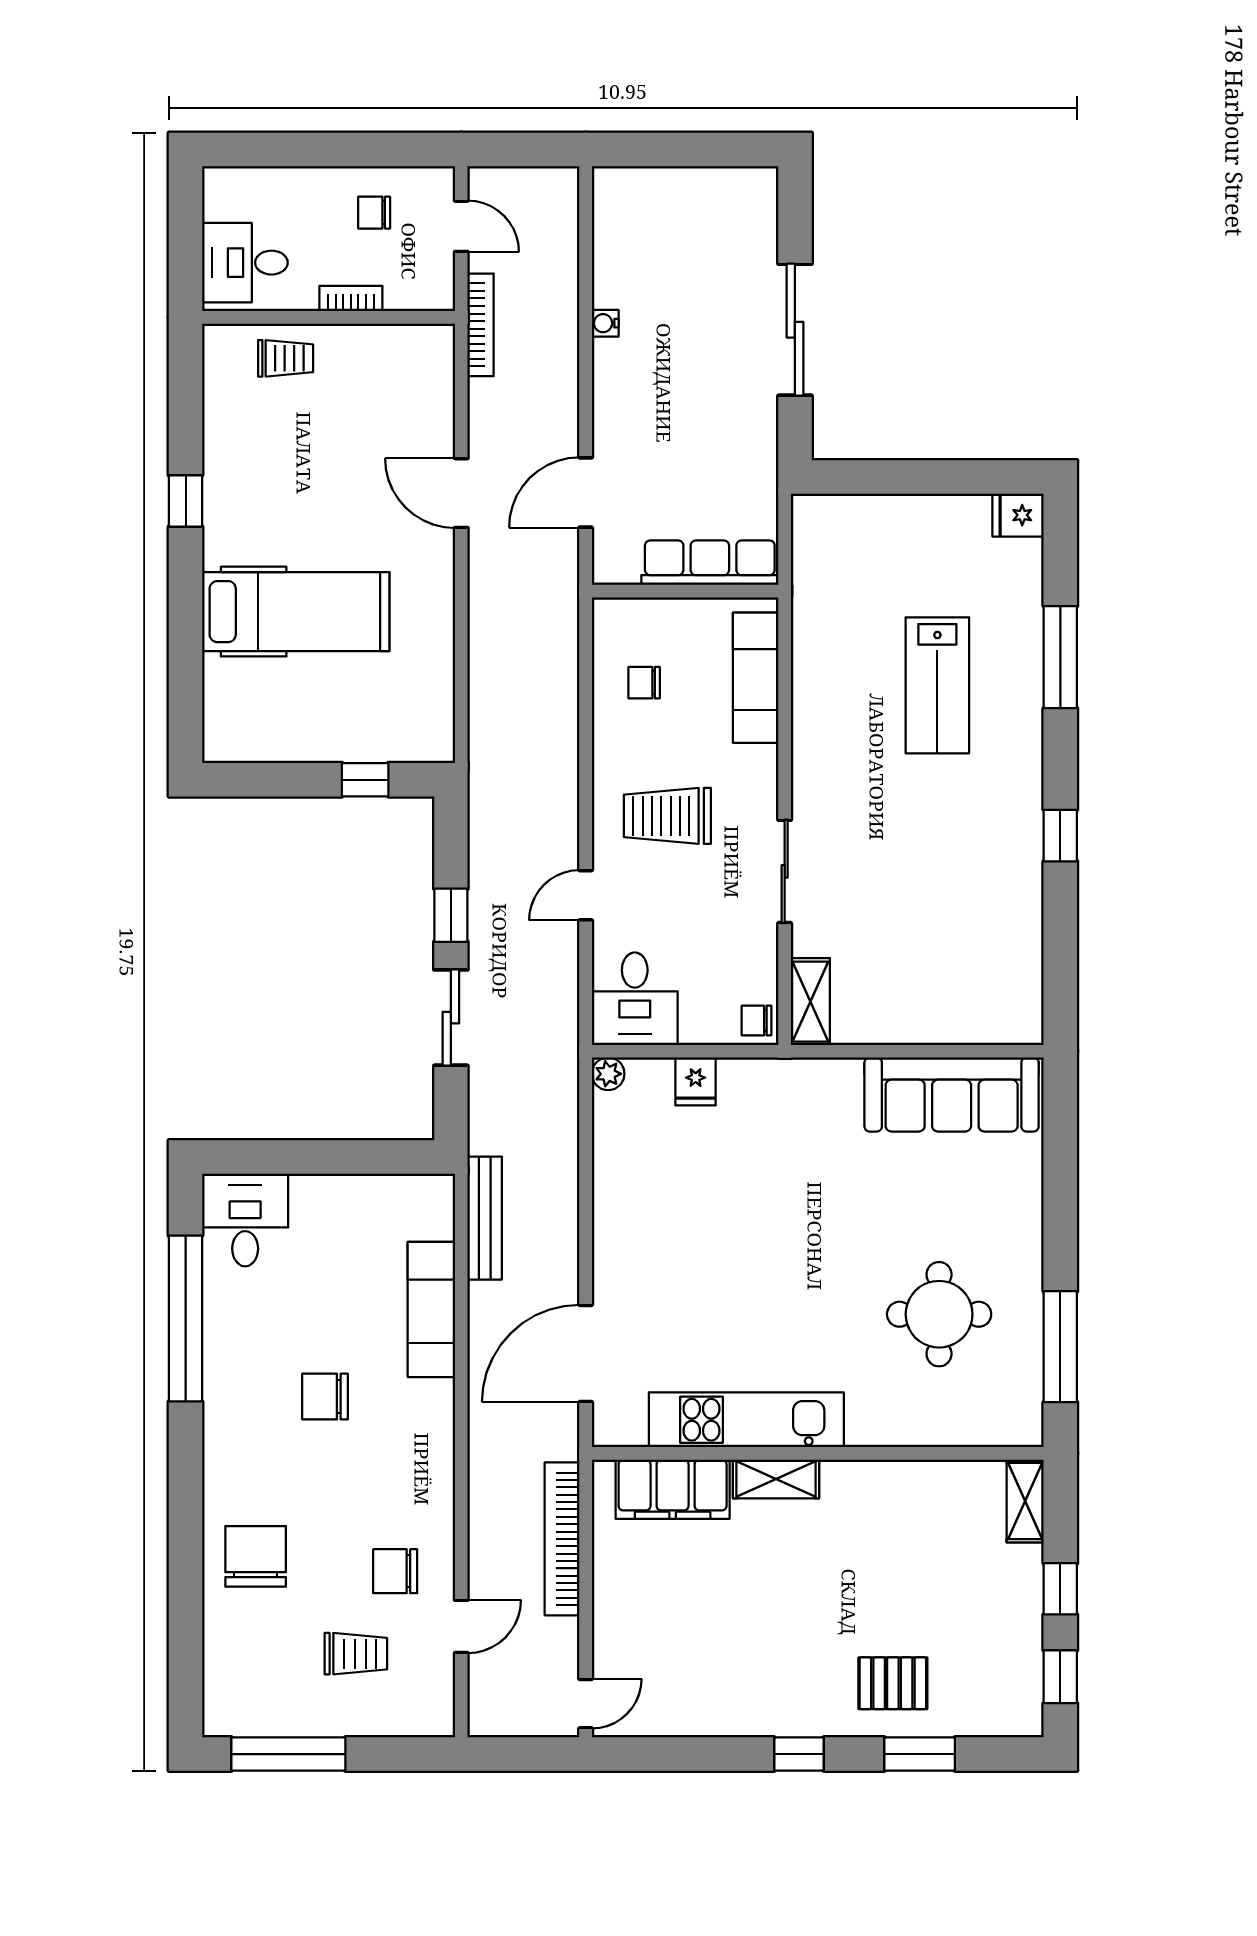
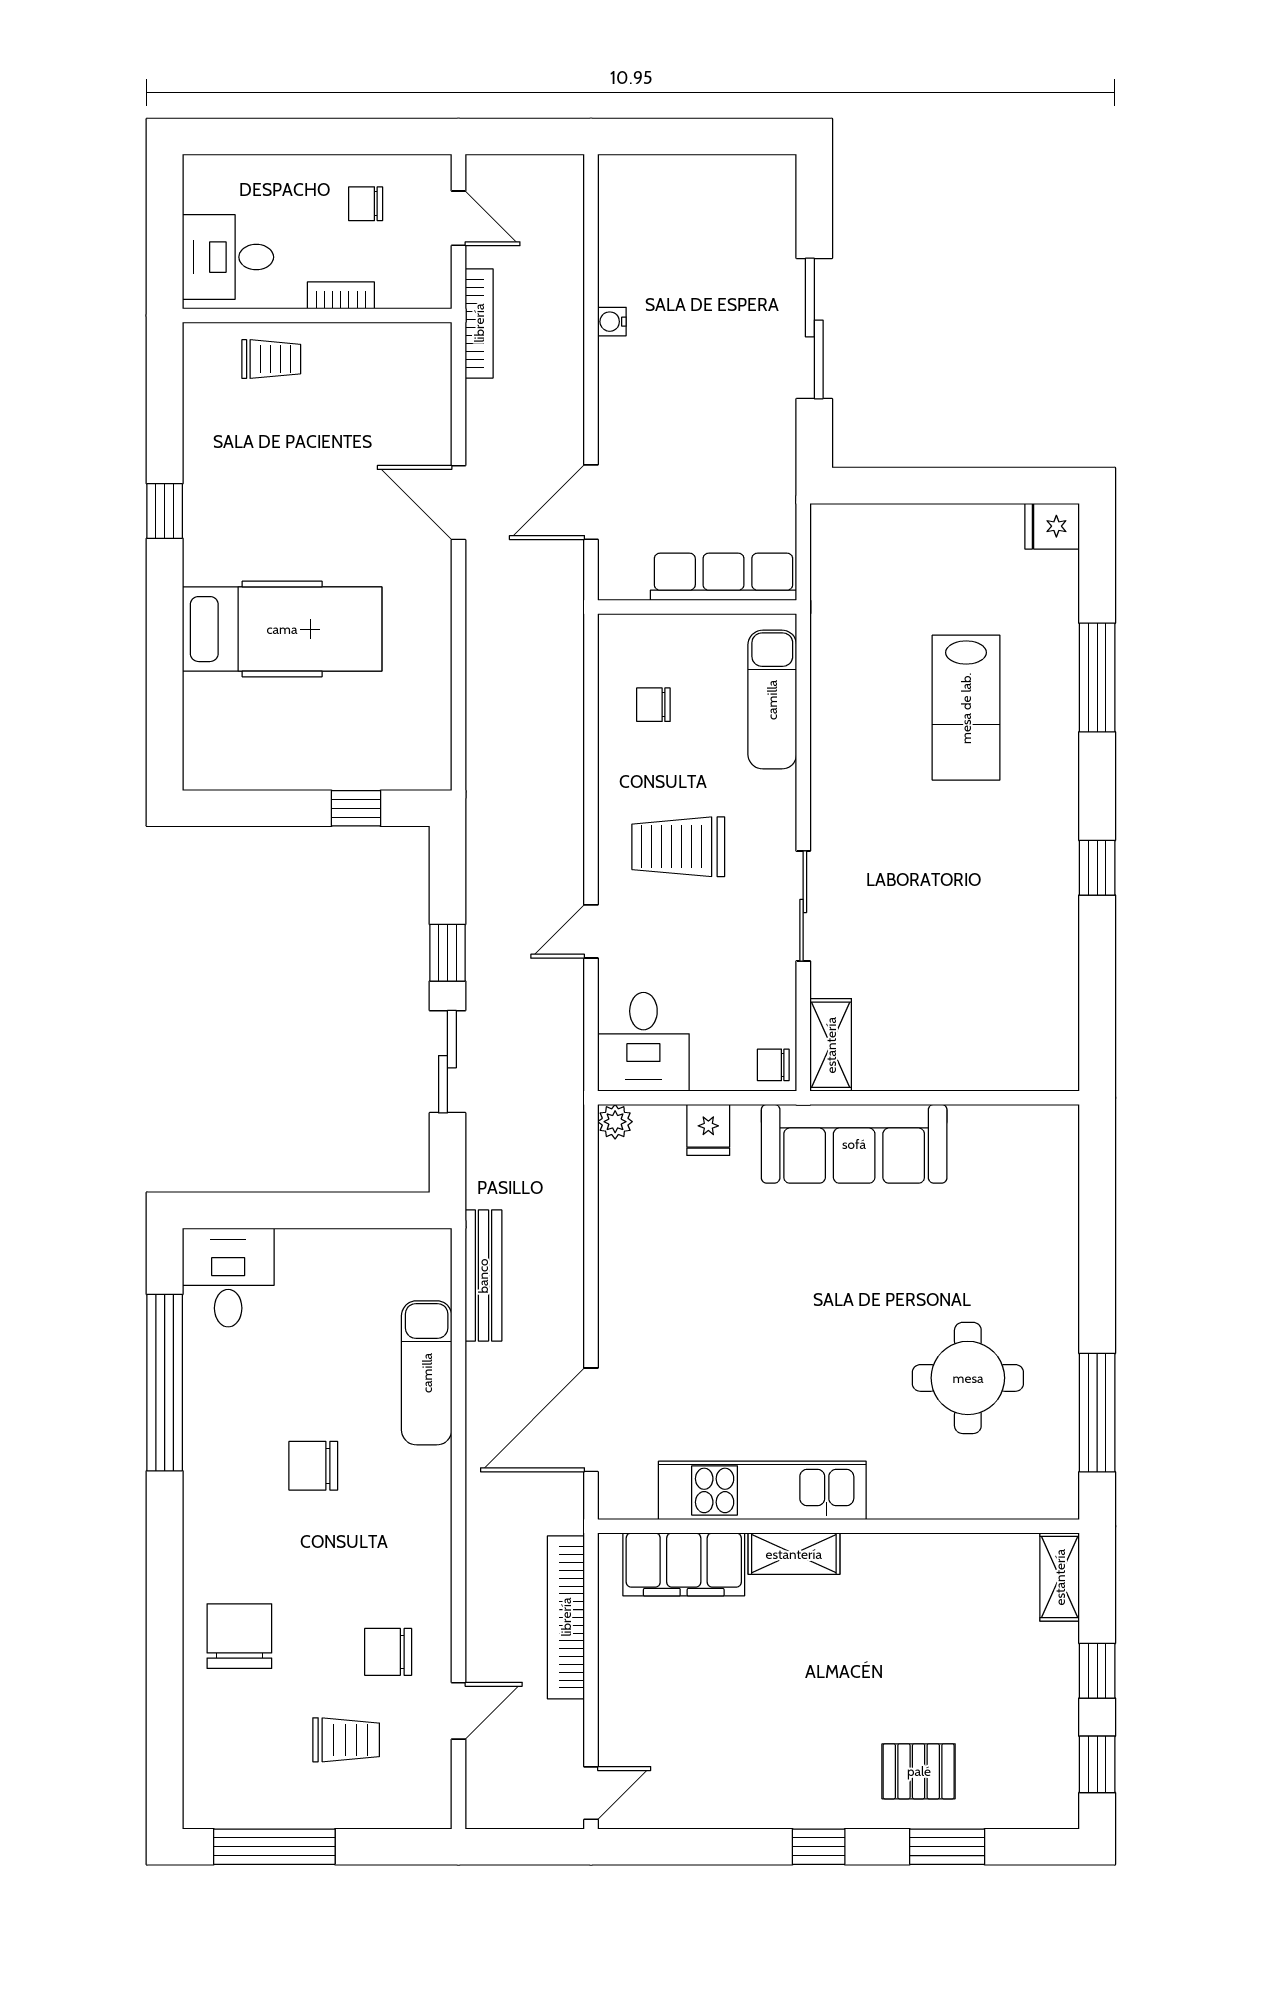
sofa: (952, 1095) -> (854, 1144), moved

